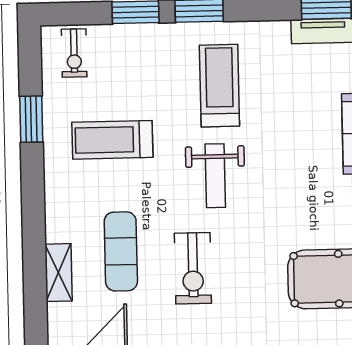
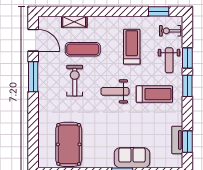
weight bench: (142, 54) -> (169, 60), added
window: (31, 119) -> (159, 11), moved
exercise bike: (193, 268) -> (75, 81), turned 90

